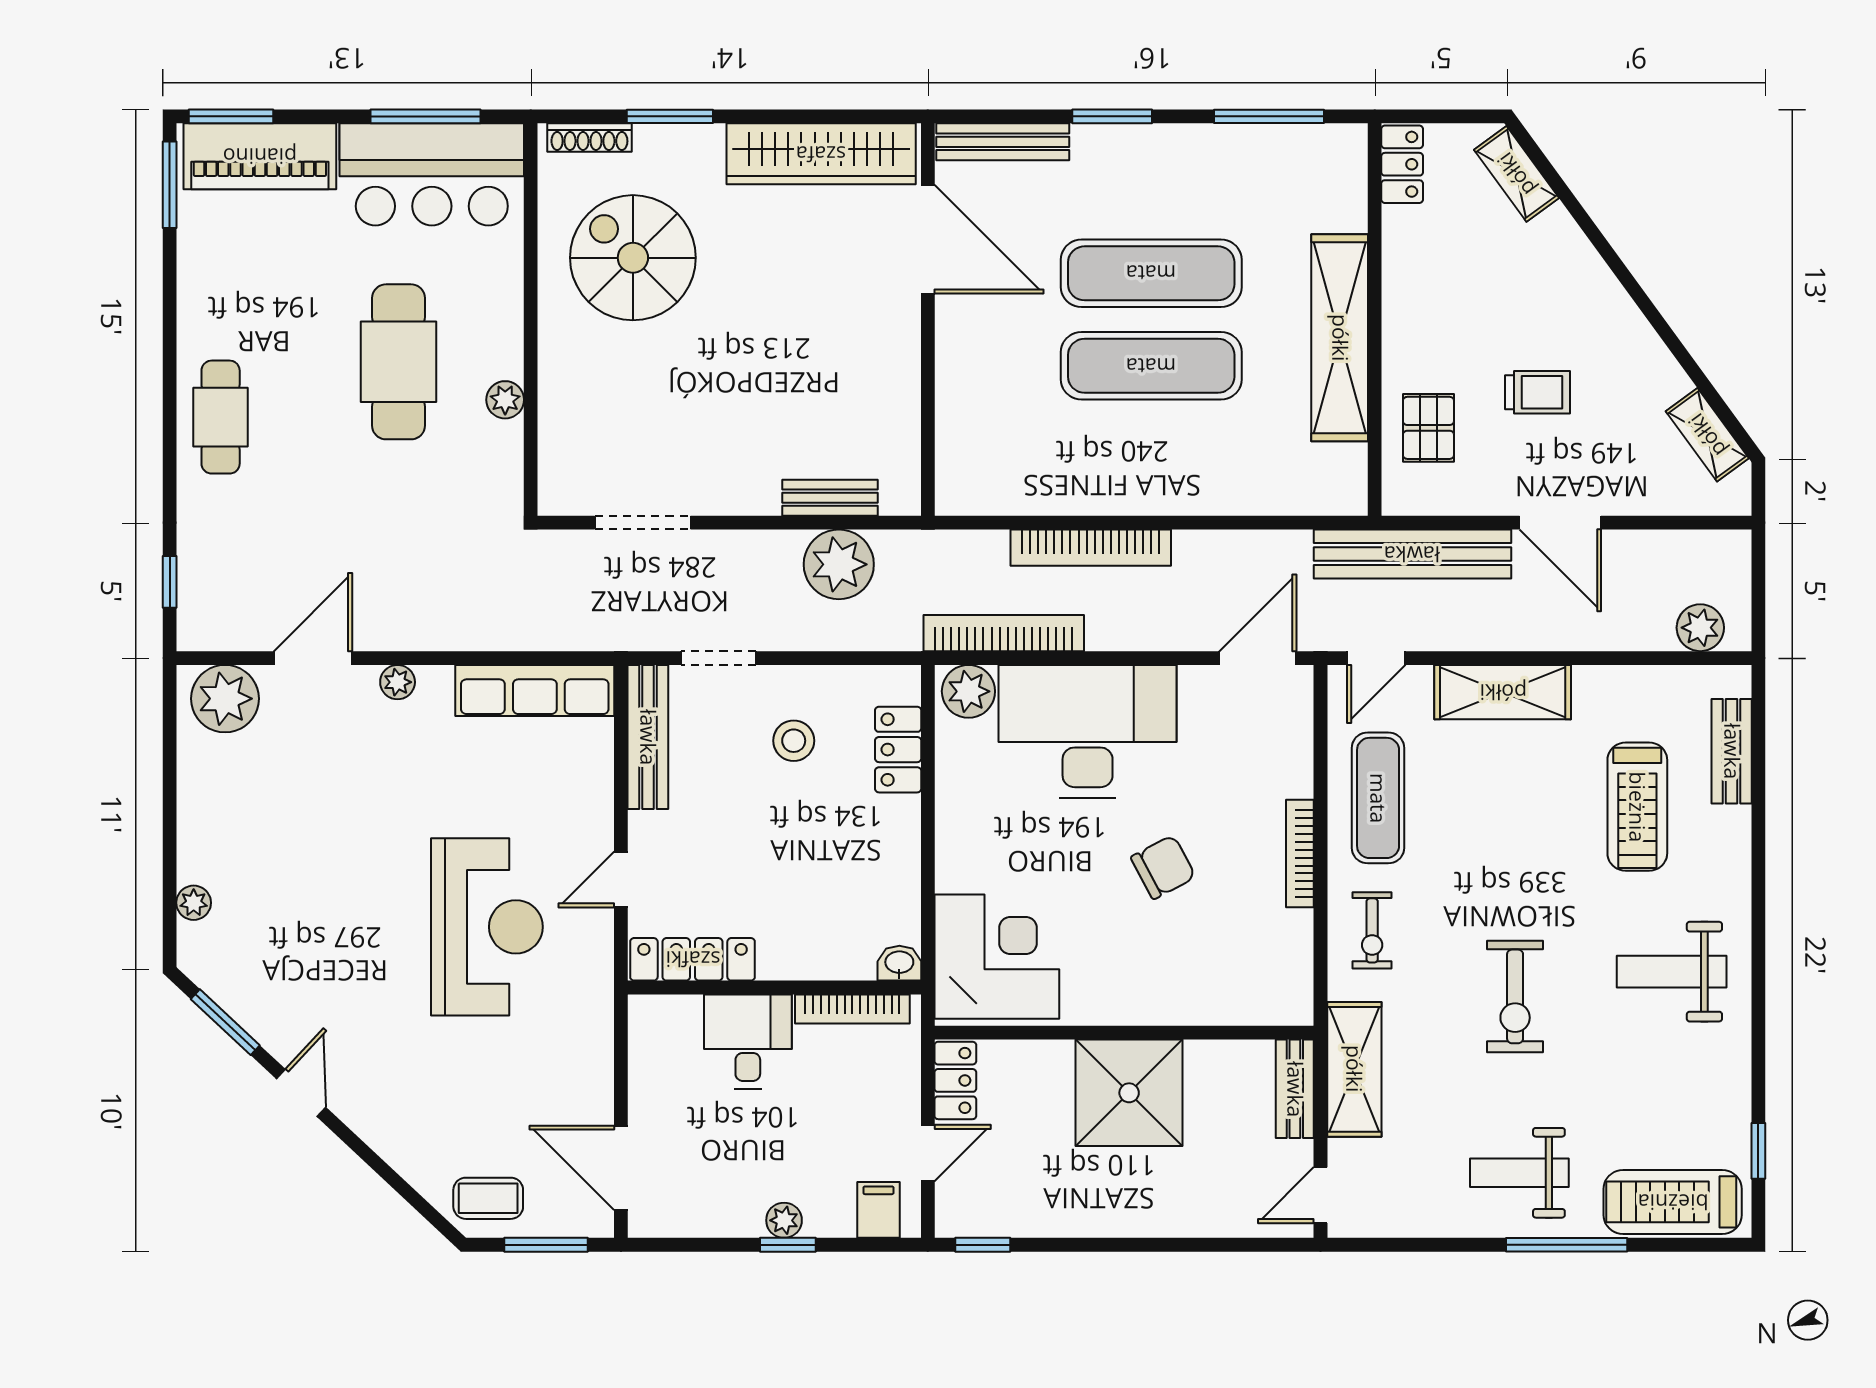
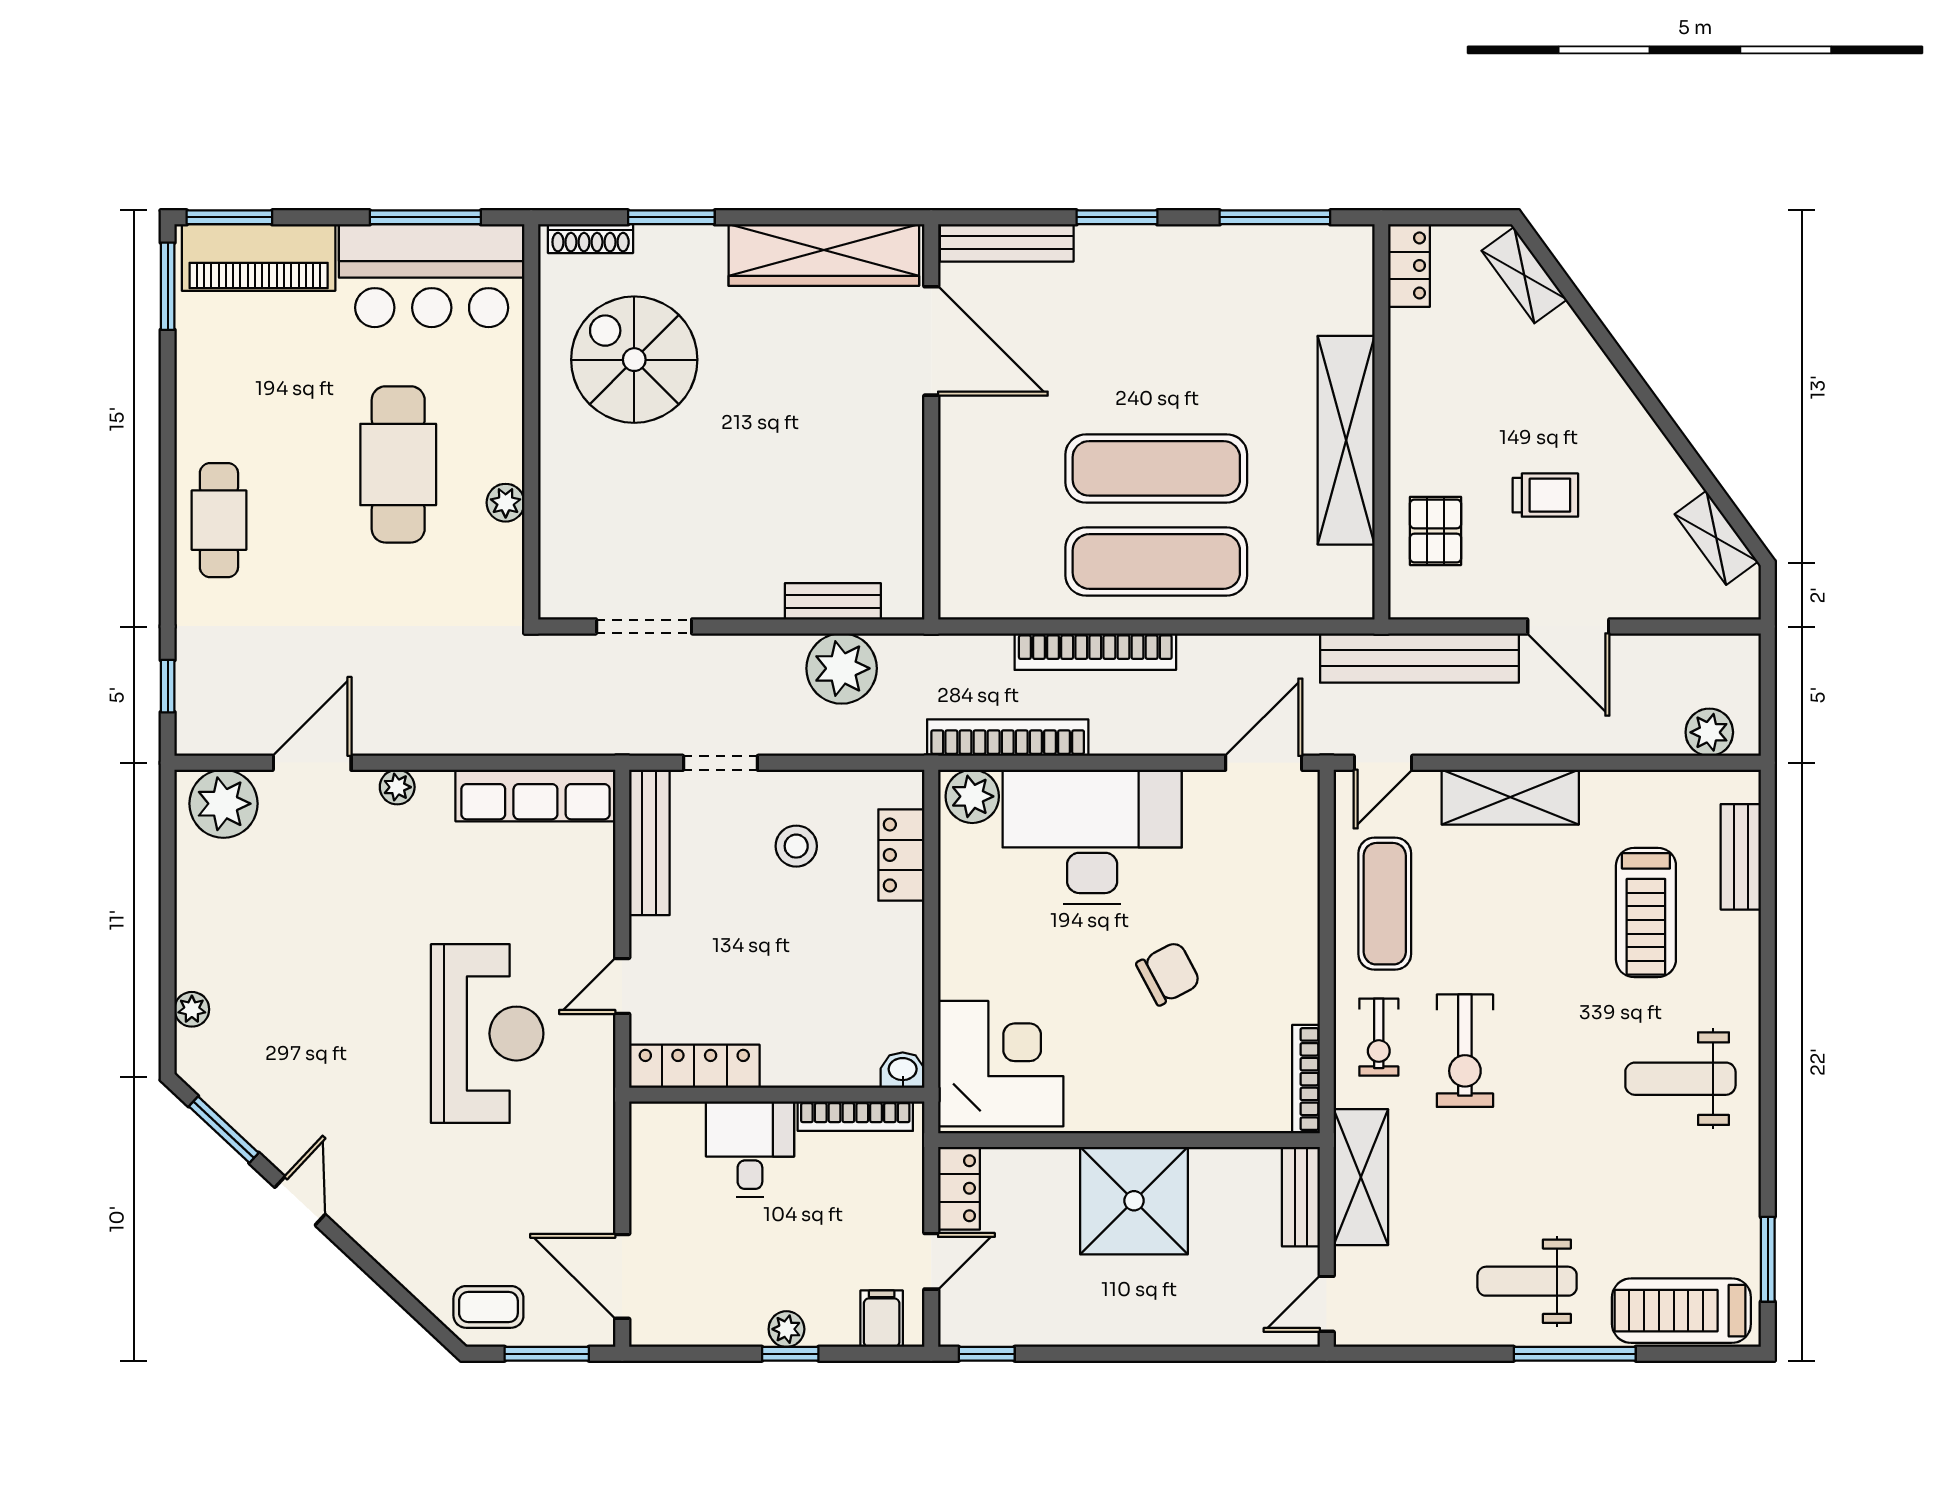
exercise mat: (1151, 273) -> (1156, 562), moved
bookcase: (1300, 854) -> (1306, 1079), moved
exercise bike: (1515, 996) -> (1465, 1051), moved
window: (1758, 1151) -> (1768, 1259), width x1.50

